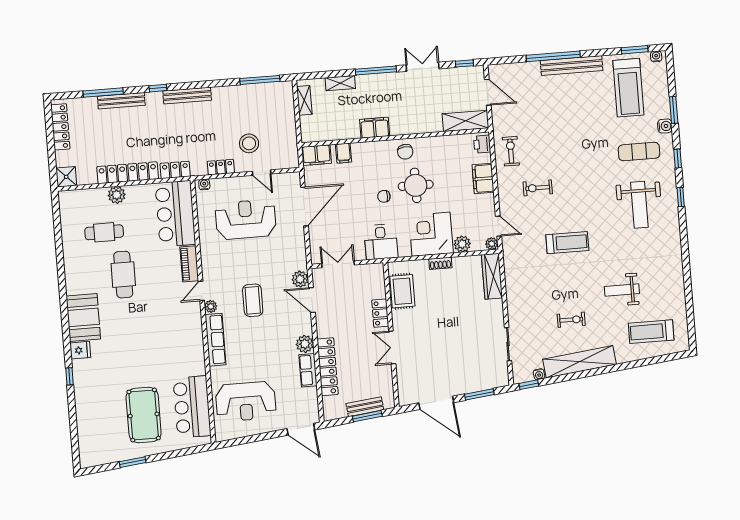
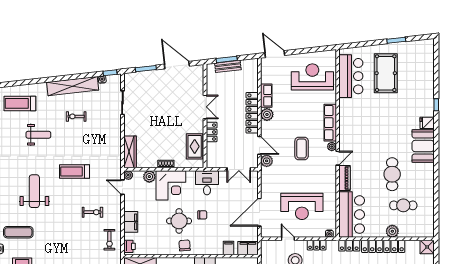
weight bench: (639, 205) -> (34, 191), moved
treadmill: (651, 332) -> (20, 103), turned 180
locker: (328, 367) -> (252, 113), moved

